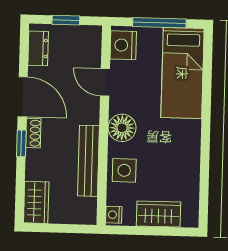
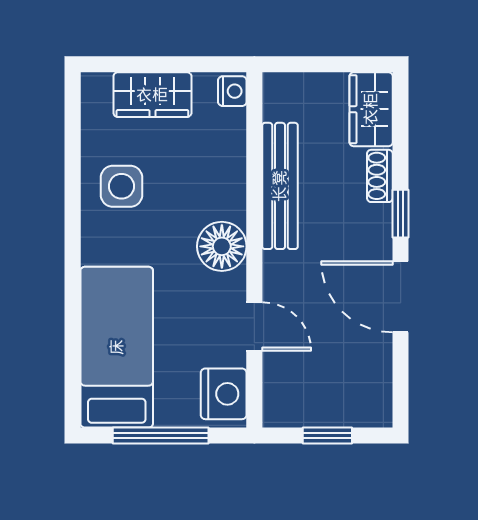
dresser: (38, 48) -> (375, 384), removed
shoe rack: (33, 133) -> (380, 176), moved
side table: (124, 170) -> (121, 186), moved

